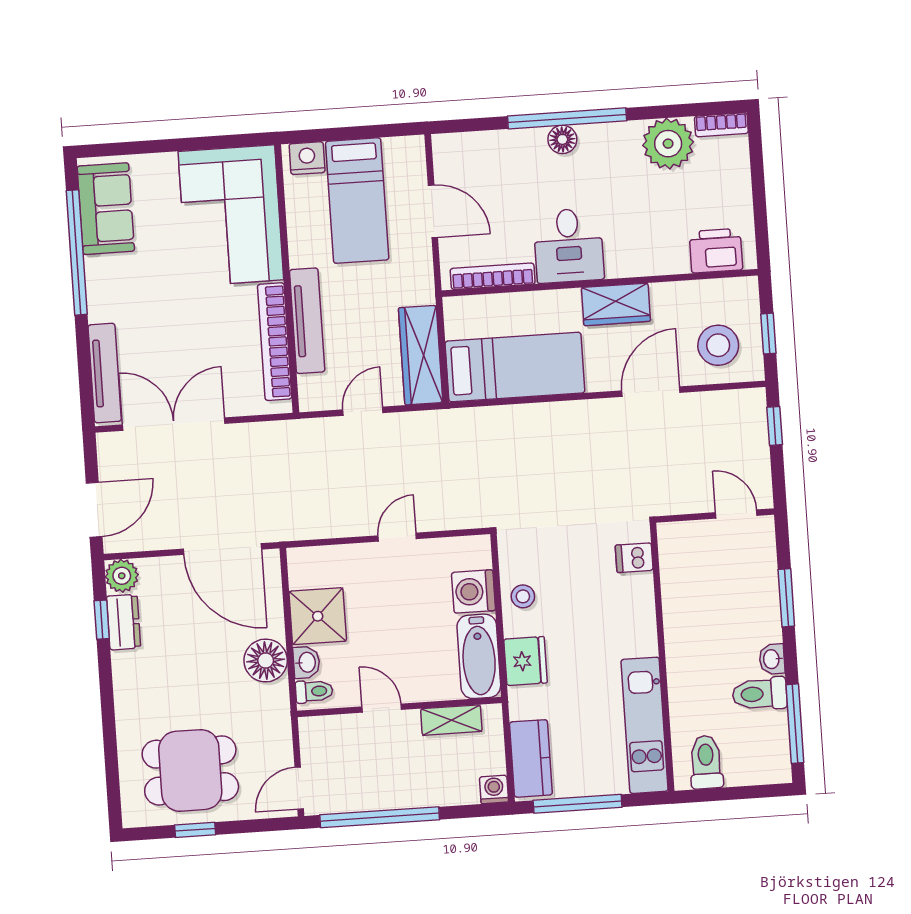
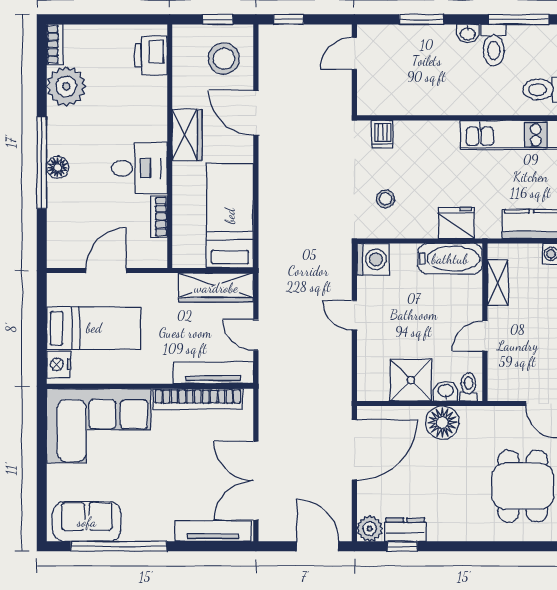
bookcase: (493, 276) -> (159, 217), width x0.64
tv unit: (307, 321) -> (213, 373), moved
washing machine: (473, 591) -> (373, 259), moved, turned -90
stool: (523, 596) -> (385, 199), moved

